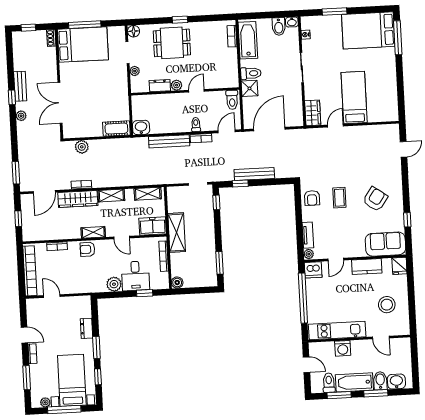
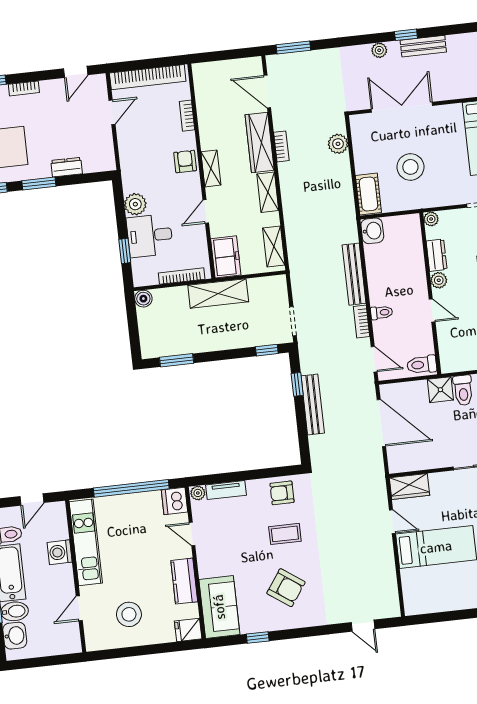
plant: (135, 71) -> (431, 219), moved
stool: (100, 100) -> (410, 167), added
window: (18, 219) -> (225, 55), removed
door: (24, 335) -> (76, 72), moved

